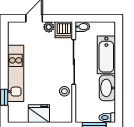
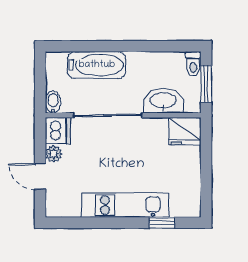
washbasin: (107, 88) -> (163, 101), moved, turned 180
stool: (64, 91) -> (153, 130), removed
fridge: (39, 114) -> (185, 131), moved, turned -90

